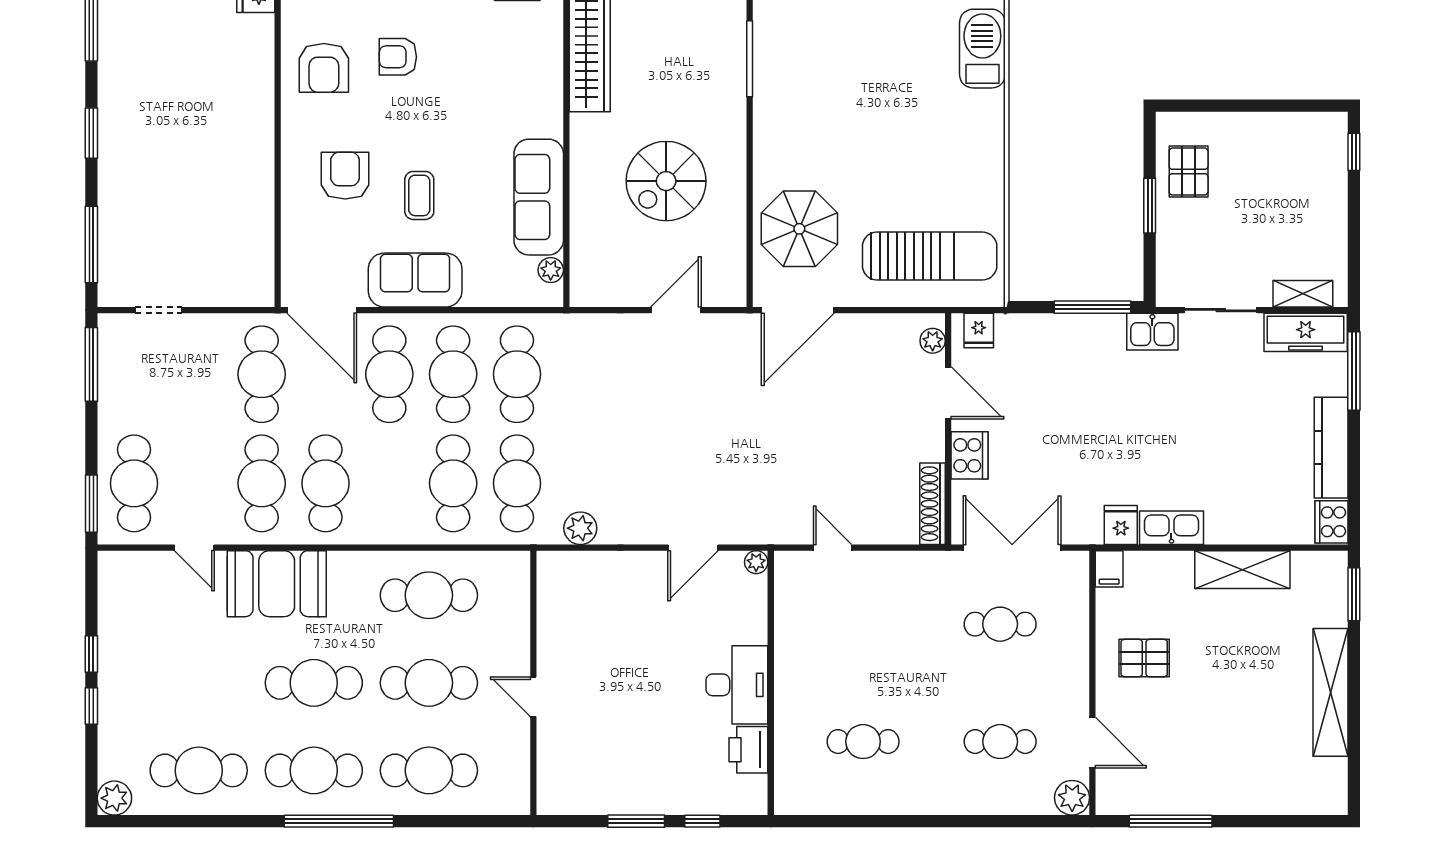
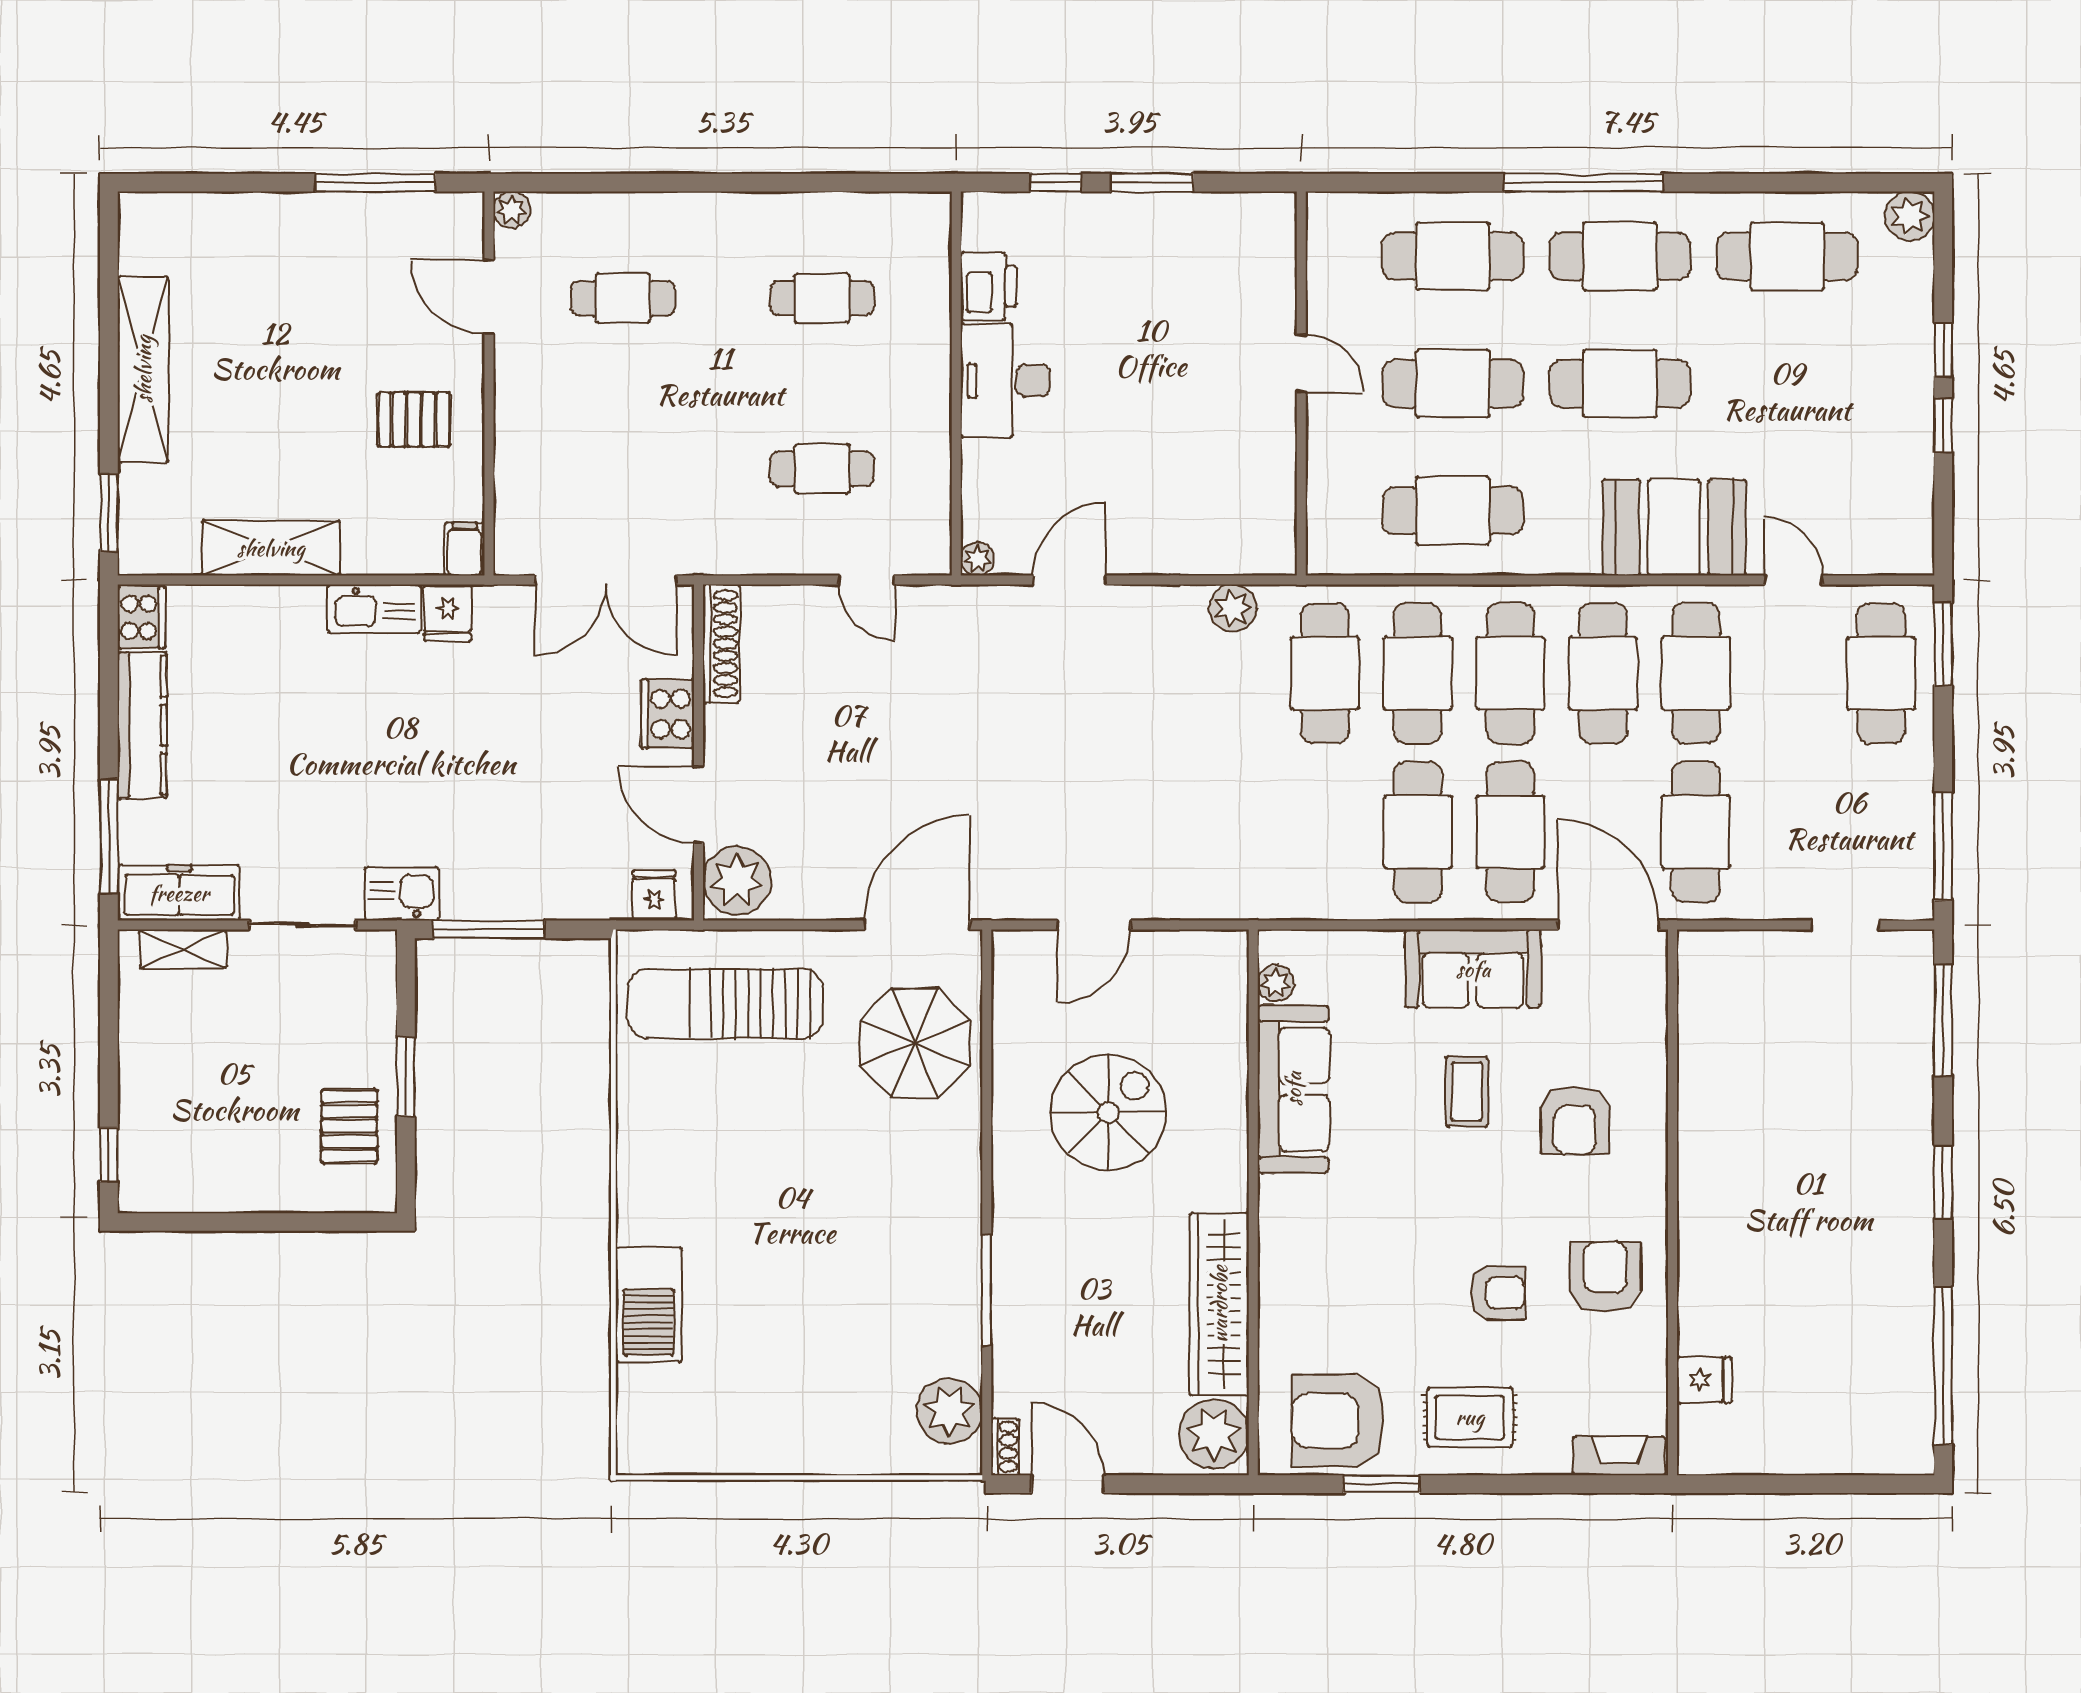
plant: (933, 341) -> (737, 880), width x1.87, depth x1.87
cafe table: (517, 374) -> (1510, 673), moved
cafe table: (1000, 624) -> (822, 469), moved
plant: (1072, 798) -> (512, 210), width x0.73, depth x0.73

